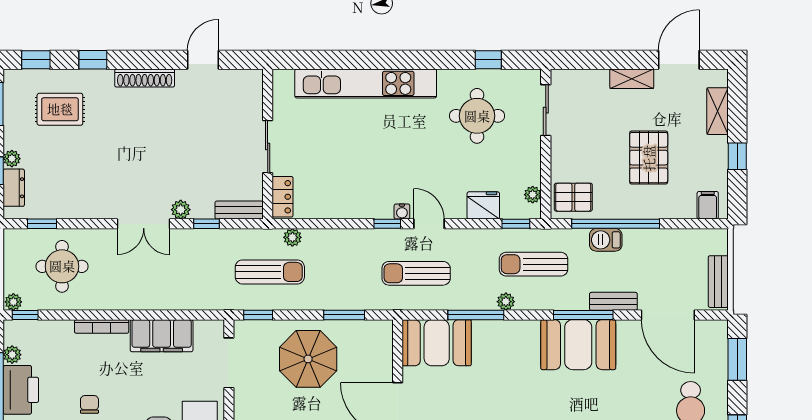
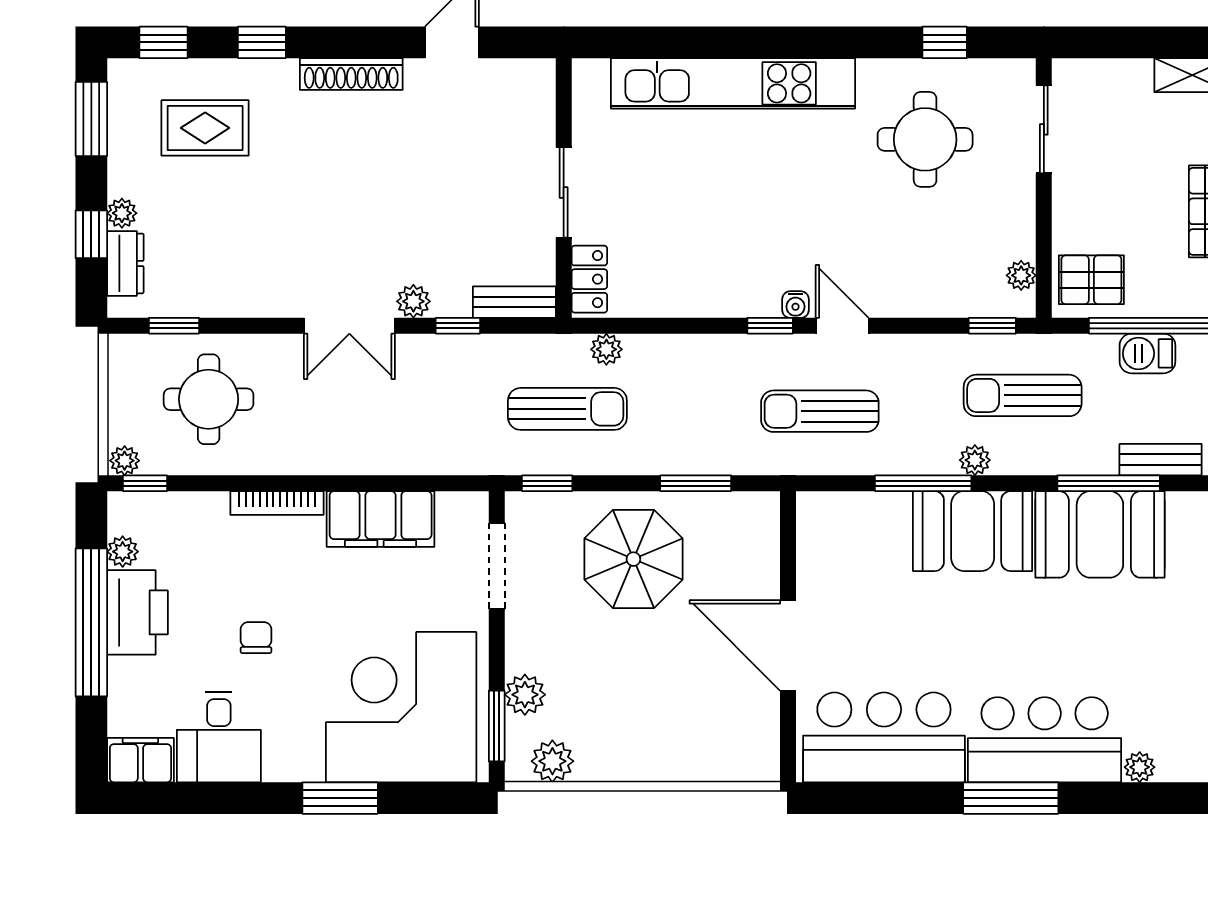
fridge: (483, 205) -> (936, 294), removed
booth: (437, 343) -> (973, 531), moved

